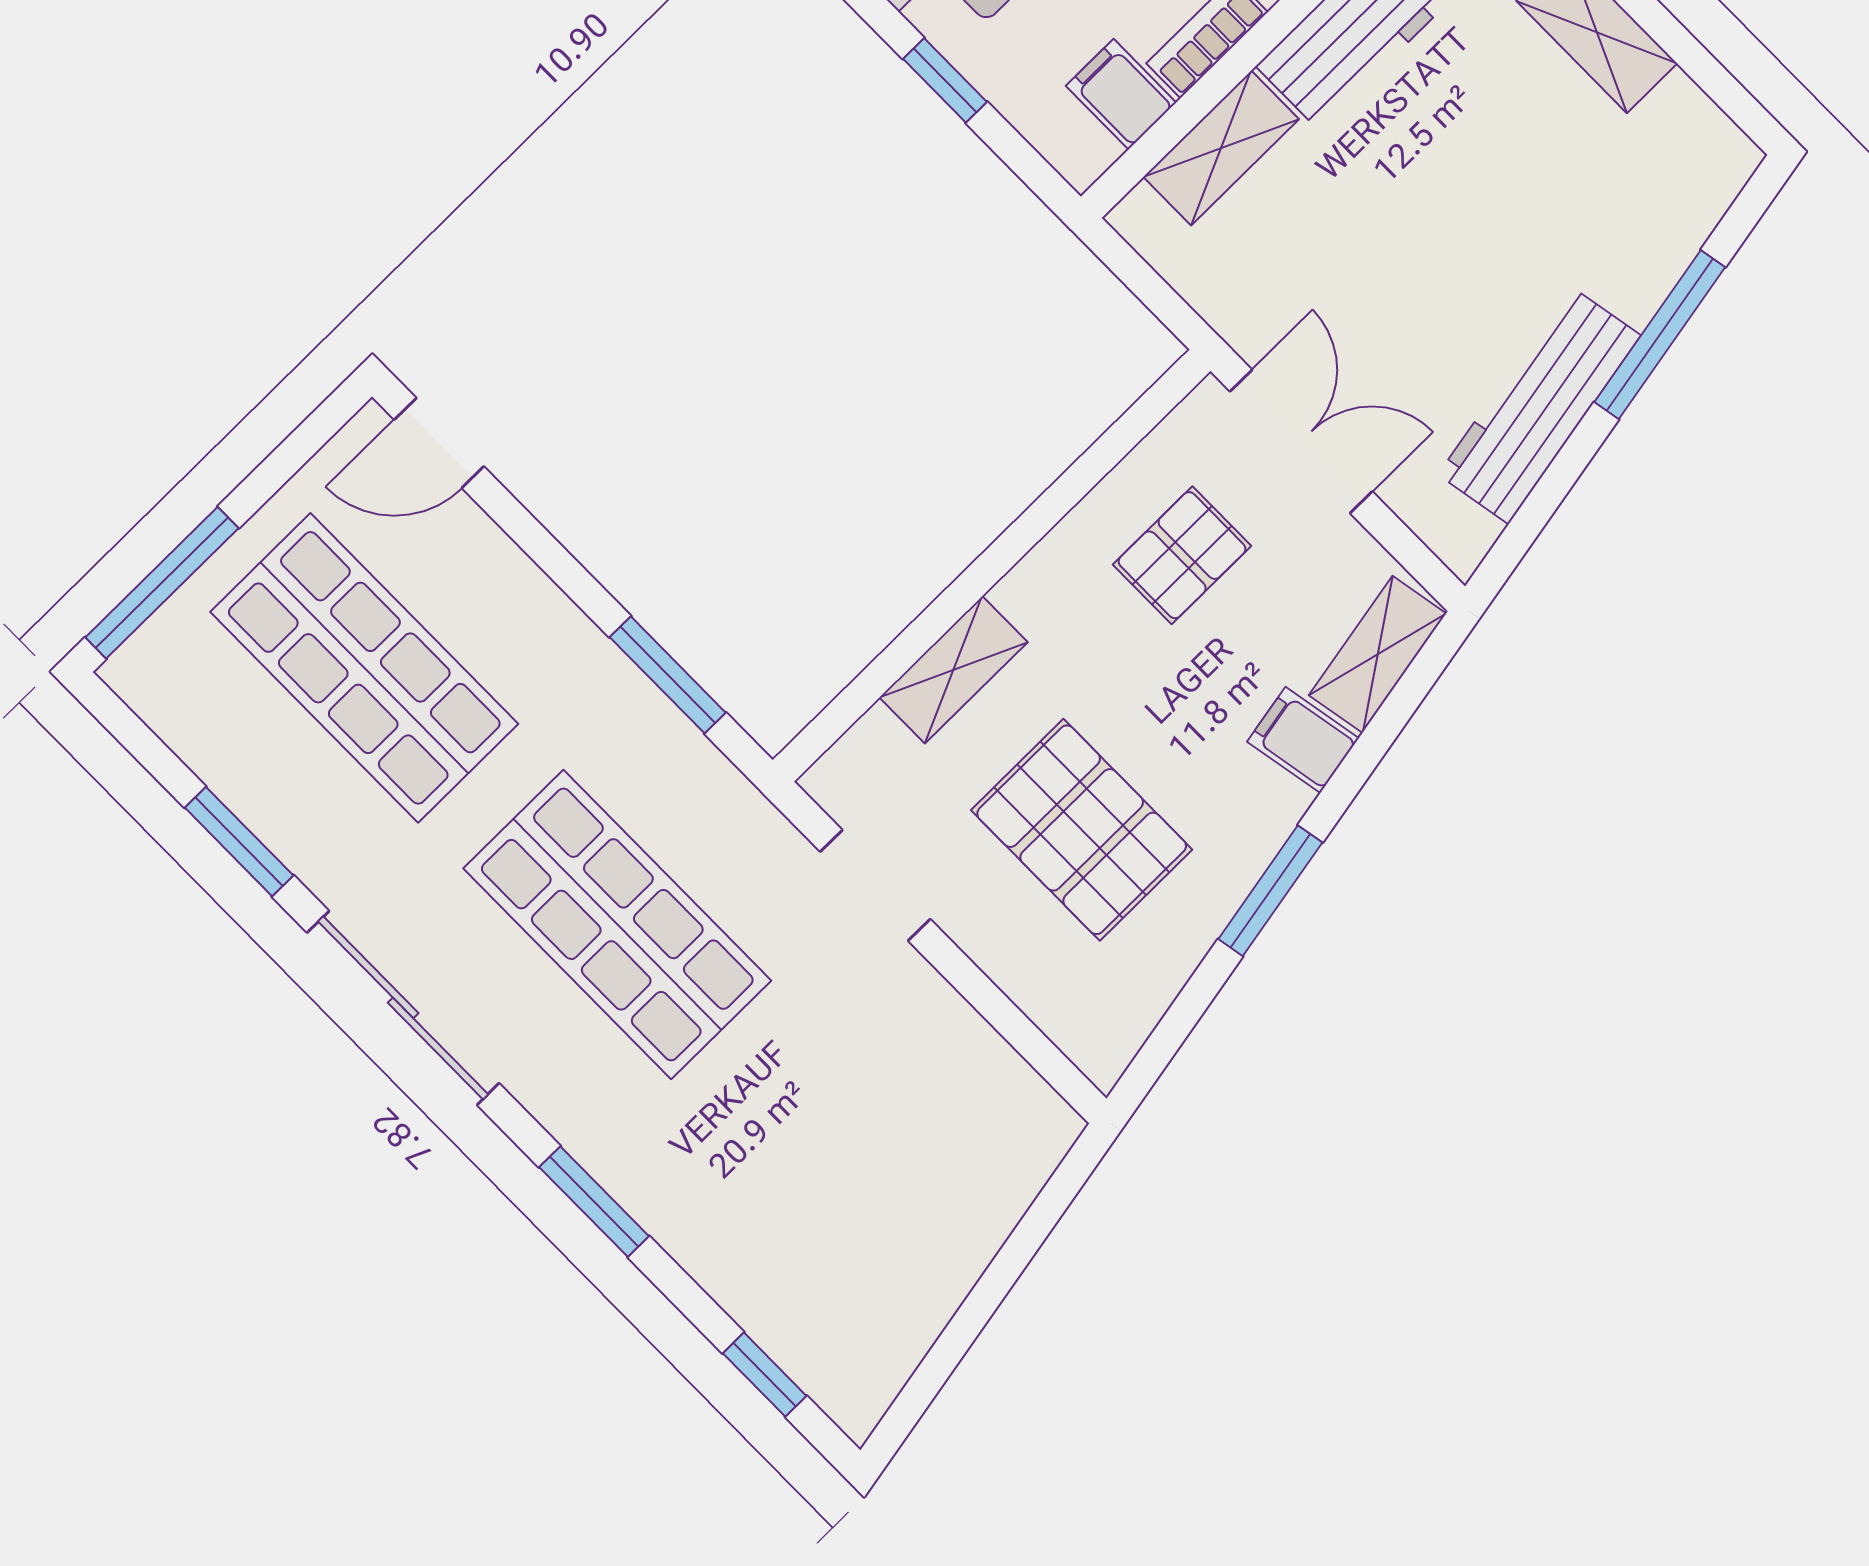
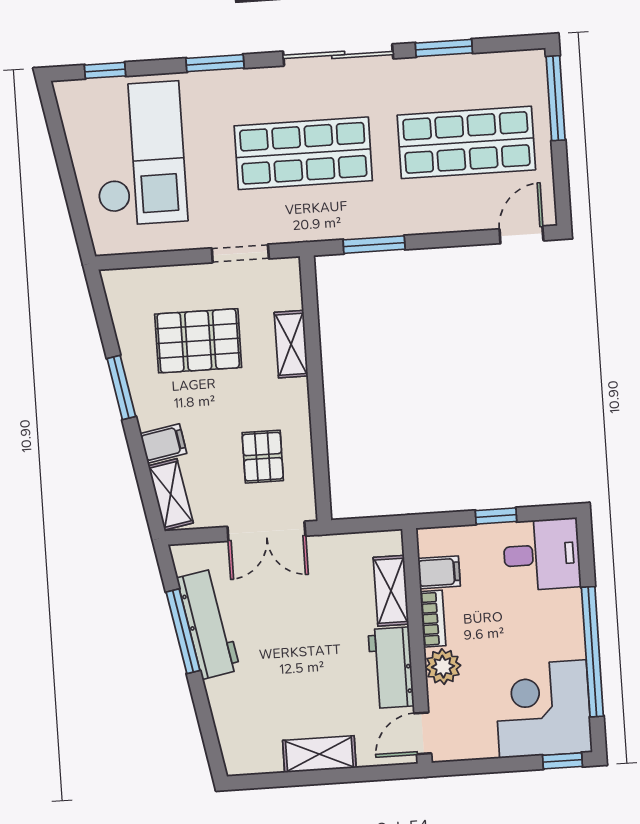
window: (1660, 335) -> (183, 631), moved
checkout: (854, 1197) -> (140, 154), added

